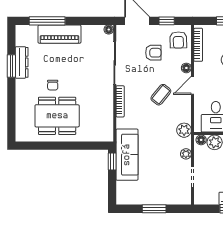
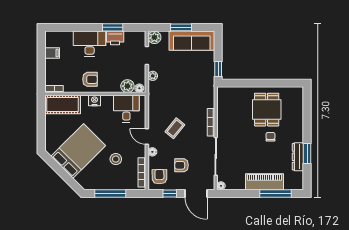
door: (193, 85) -> (147, 136), swing flipped
dining table: (57, 116) -> (267, 110), width x0.73
plant: (184, 130) -> (154, 37), moved
sofa: (127, 155) -> (192, 41), moved, turned -90

